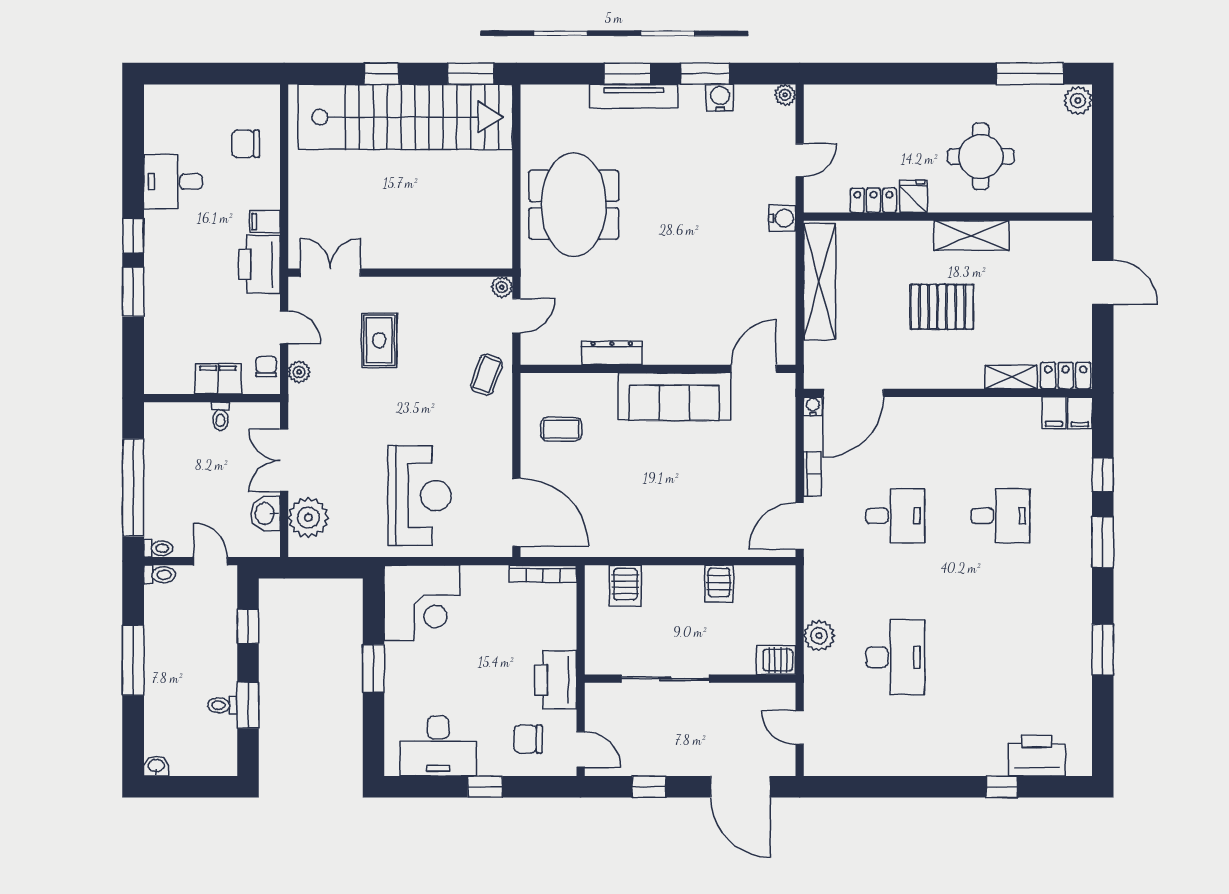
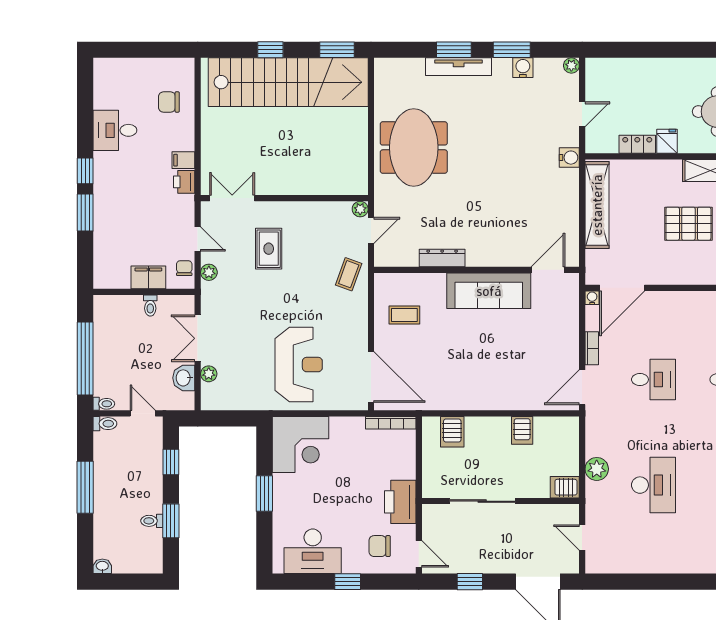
printer: (259, 264) -> (184, 182), width x0.53, depth x0.68
plant: (308, 518) -> (209, 374), width x0.53, depth x0.53

